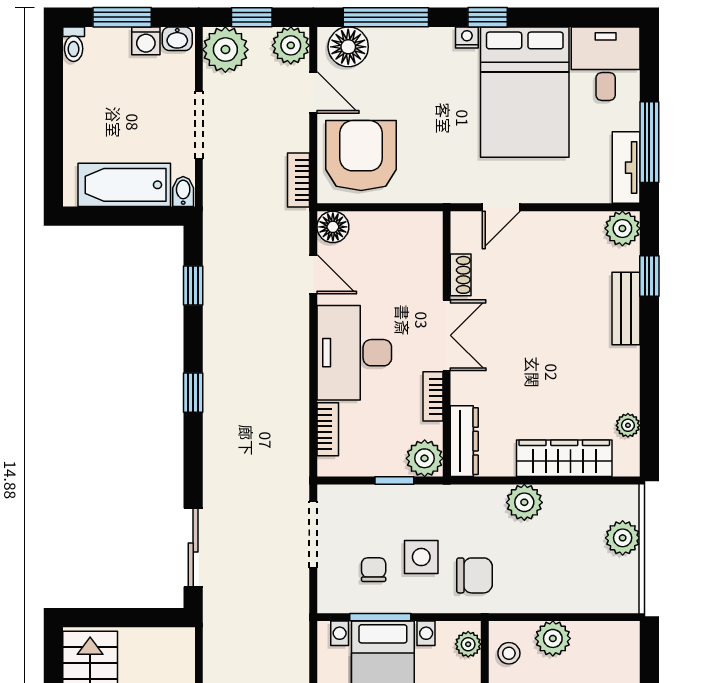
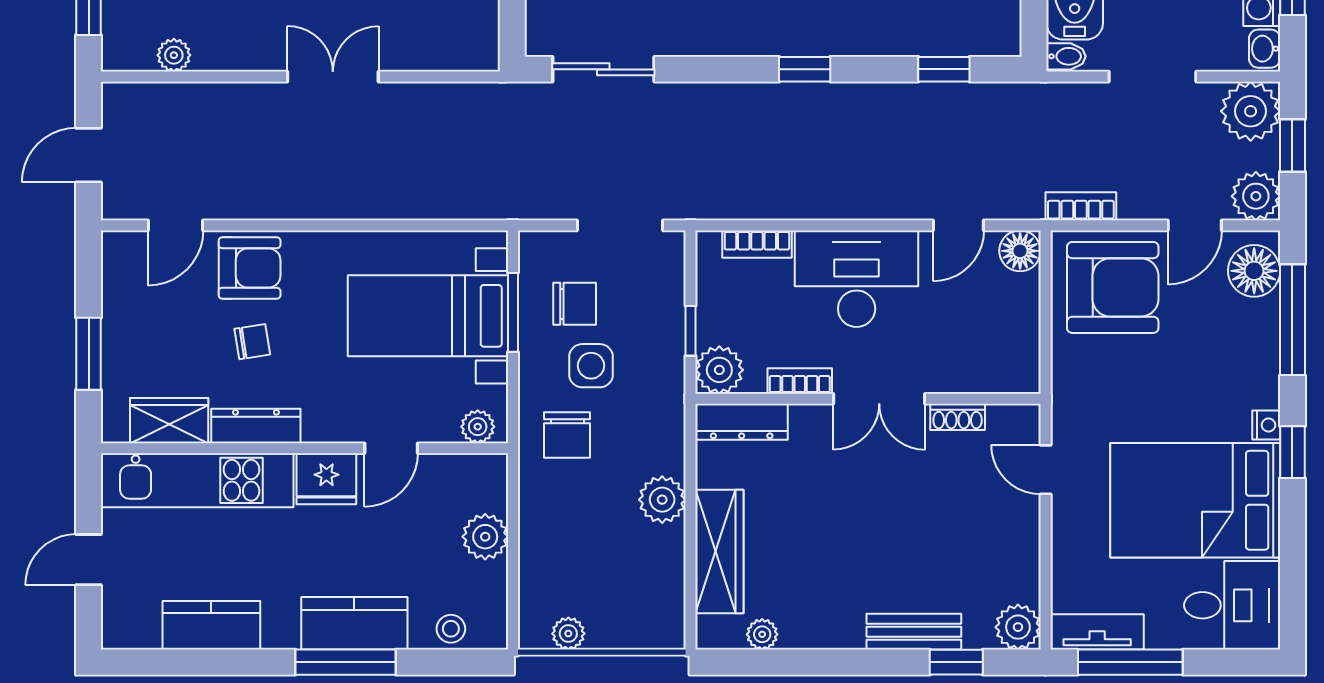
plant: (623, 538) -> (568, 634), moved, width x0.73, depth x0.73
chair: (374, 570) -> (575, 304), width x1.37, depth x1.37
stool: (509, 653) -> (451, 629), moved

